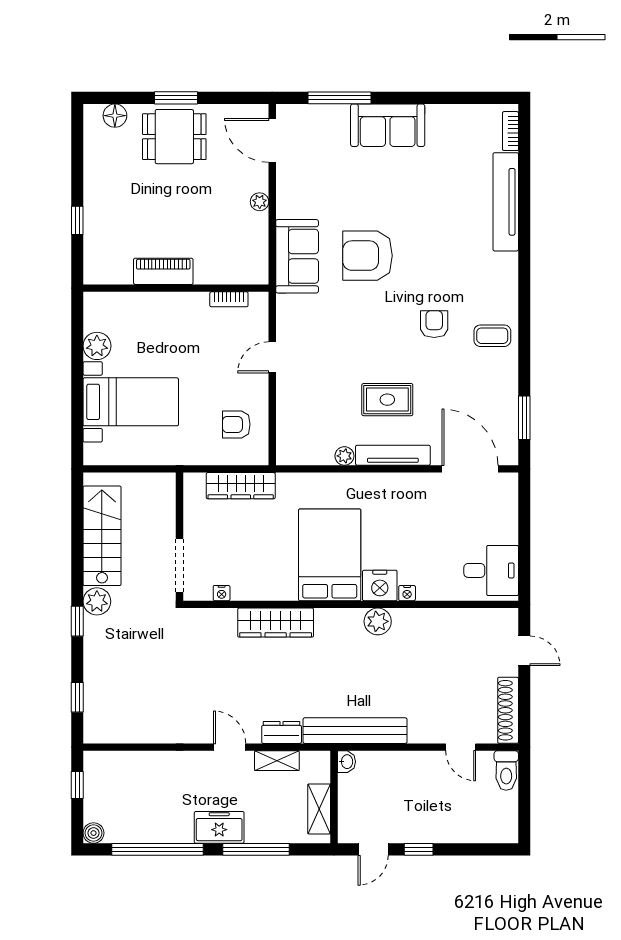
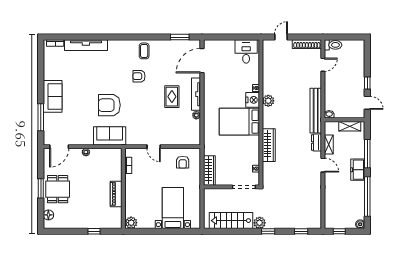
armchair: (368, 256) -> (109, 105), turned 90
plant: (97, 346) -> (131, 223), moved
wardrobe: (241, 486) -> (209, 170), moved
door: (230, 747) -> (323, 165), swing flipped

